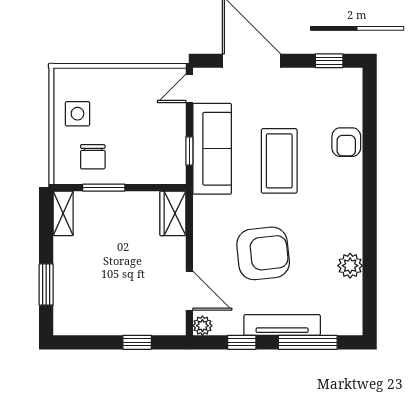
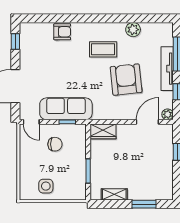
chair: (93, 157) -> (55, 144), moved
coffee table: (279, 161) -> (103, 49), moved, width x0.73, depth x0.76
shelving: (63, 213) -> (114, 194), moved

